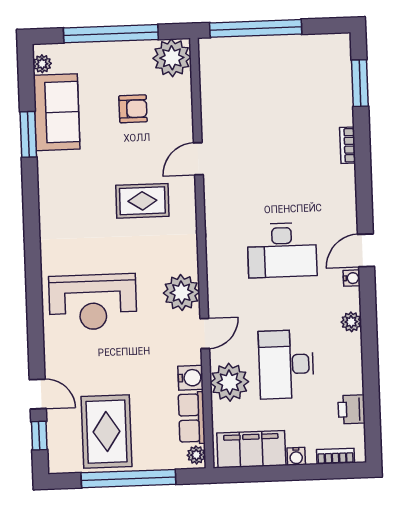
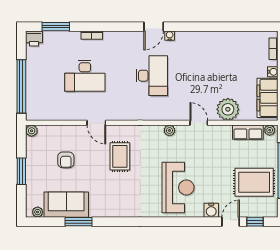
window: (111, 34) -> (21, 171), width x0.47
plant: (172, 58) -> (32, 131), width x0.53, depth x0.53
armchair: (133, 109) -> (66, 160), turned 180
door: (366, 250) -> (154, 27), hinge flipped
plant: (181, 293) -> (169, 130), width x0.53, depth x0.53
plant: (351, 322) -> (195, 37), removed
desk: (286, 364) -> (85, 76), moved
water cooler: (191, 378) -> (211, 210), moved, turned 180
printer: (352, 409) -> (34, 38), moved

